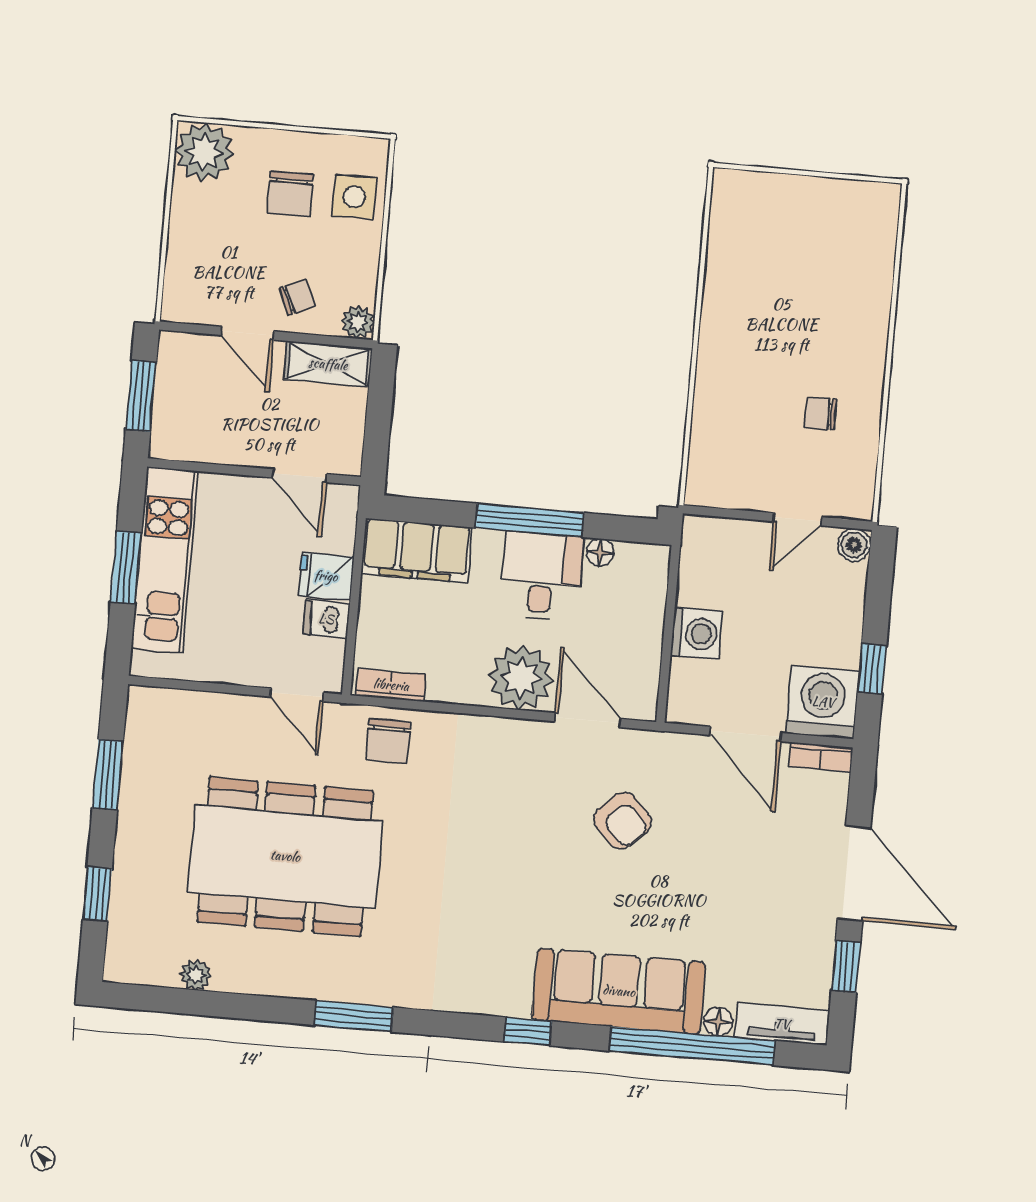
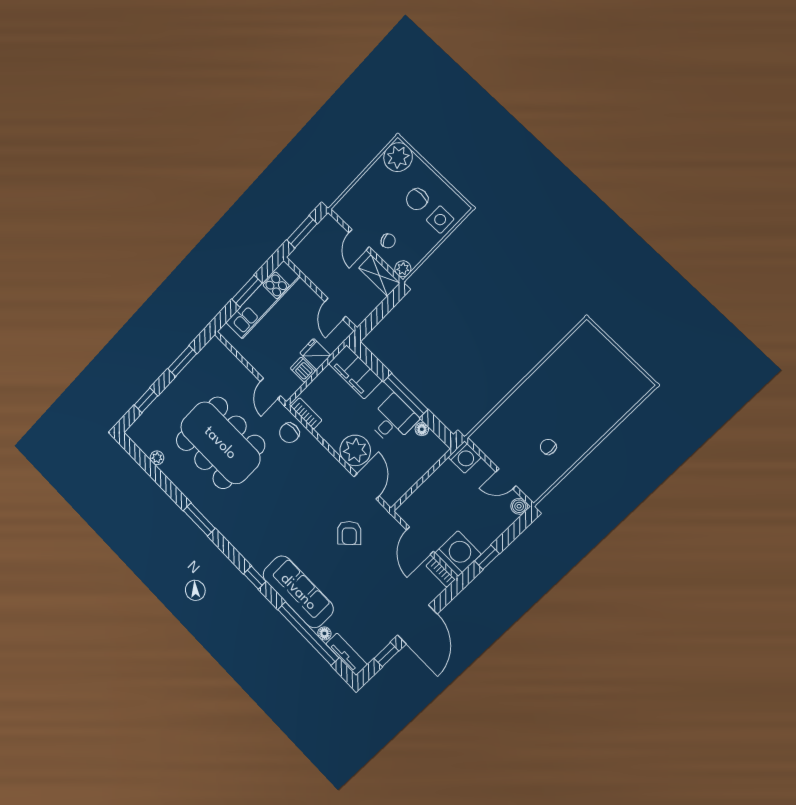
washing machine: (697, 634) -> (465, 457), moved

